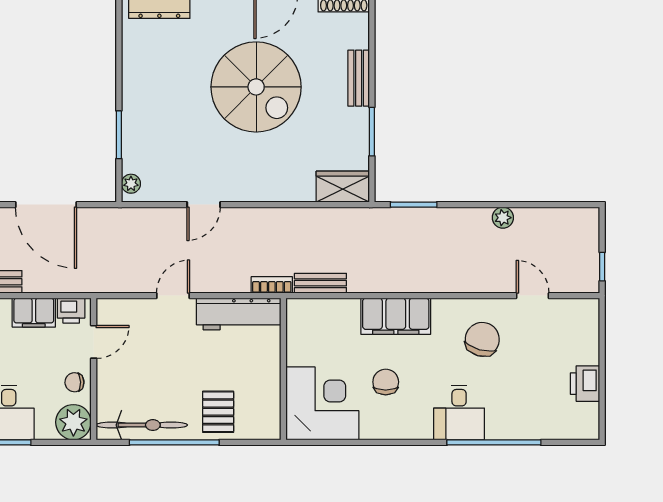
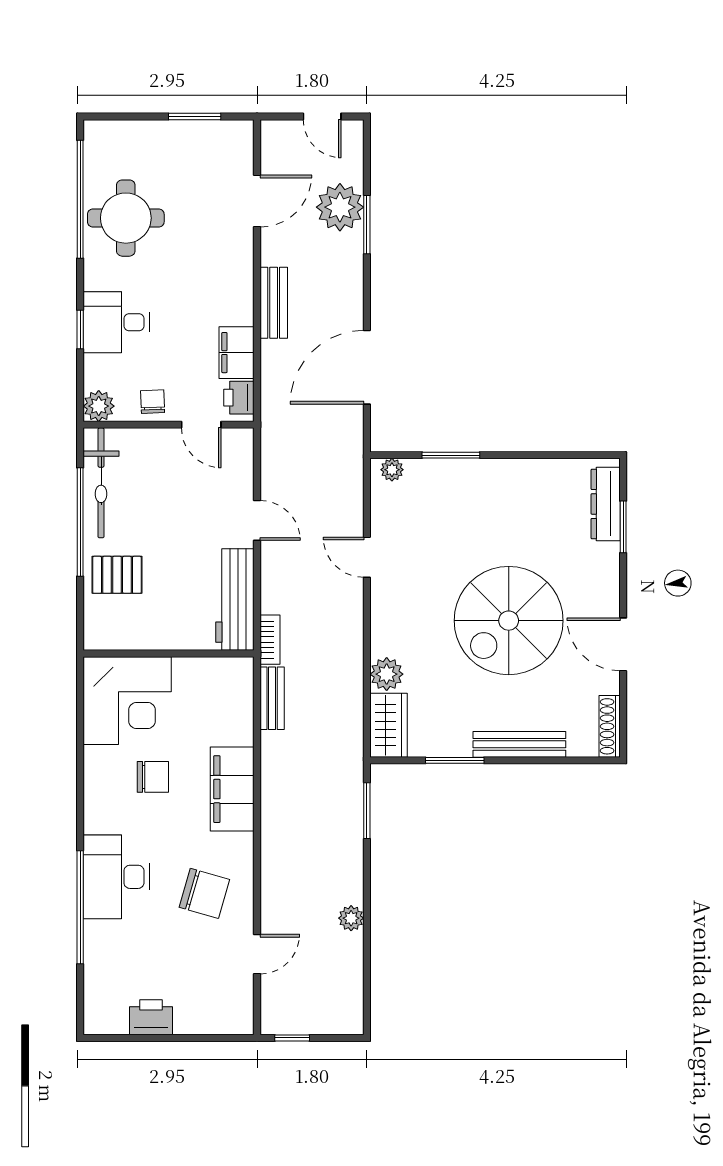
bench: (359, 78) -> (519, 744), width x1.36
plant: (300, 188) -> (387, 674), added
desk: (459, 412) -> (116, 877), width x1.37
plant: (73, 422) -> (99, 406), width x0.73, depth x0.73

